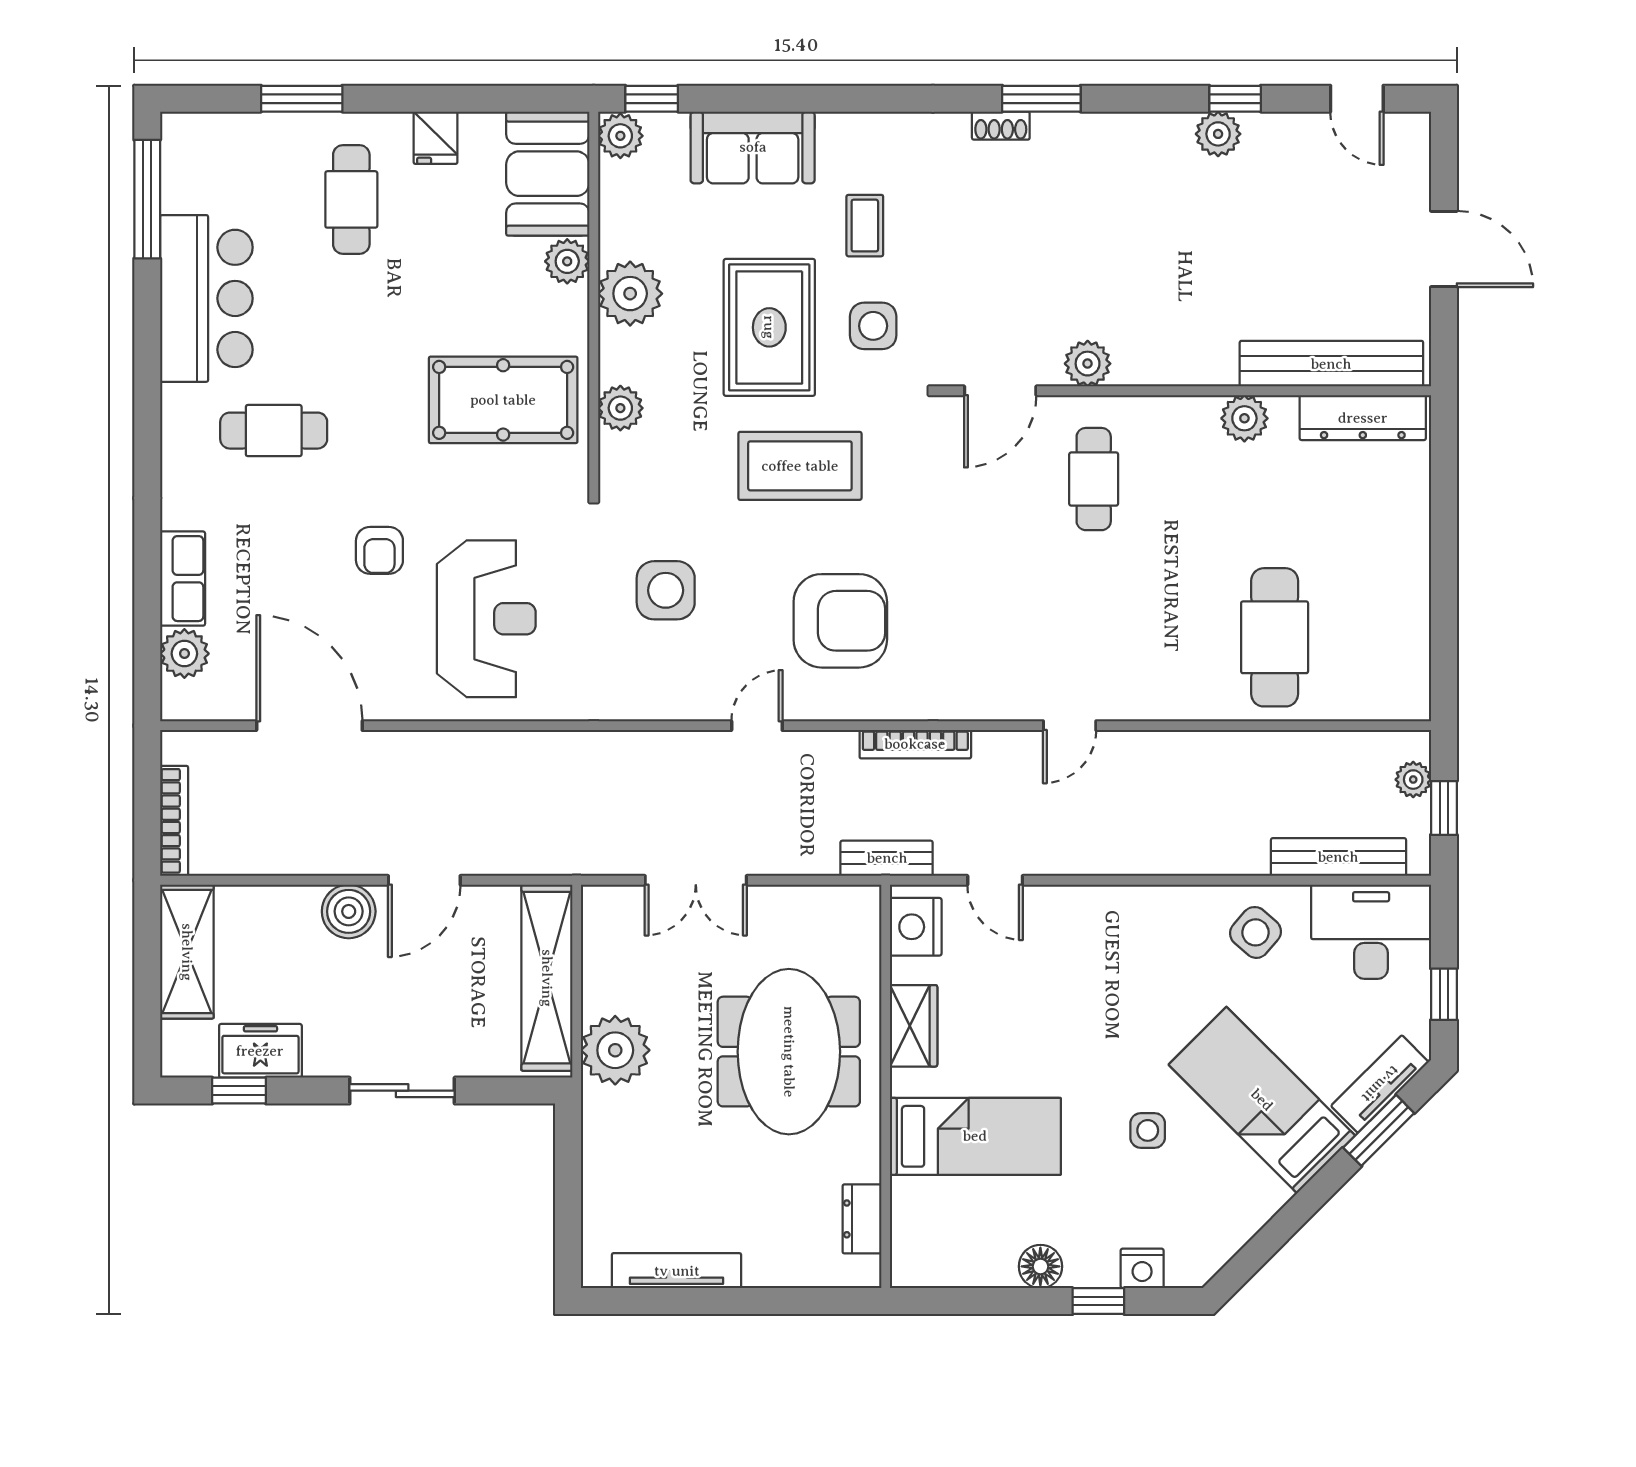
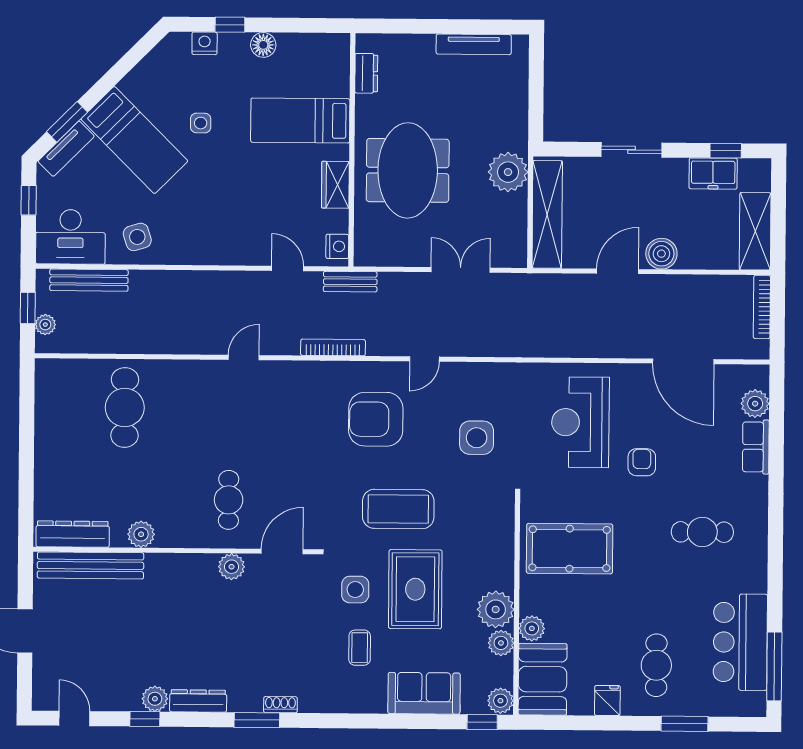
dresser: (1143, 131) -> (198, 701), added
bar counter: (206, 298) -> (740, 642), moved
plant: (620, 408) -> (501, 643), moved
nightstand: (916, 927) -> (337, 246), width x0.74, depth x0.75
side table: (1255, 932) -> (137, 237), turned 32

